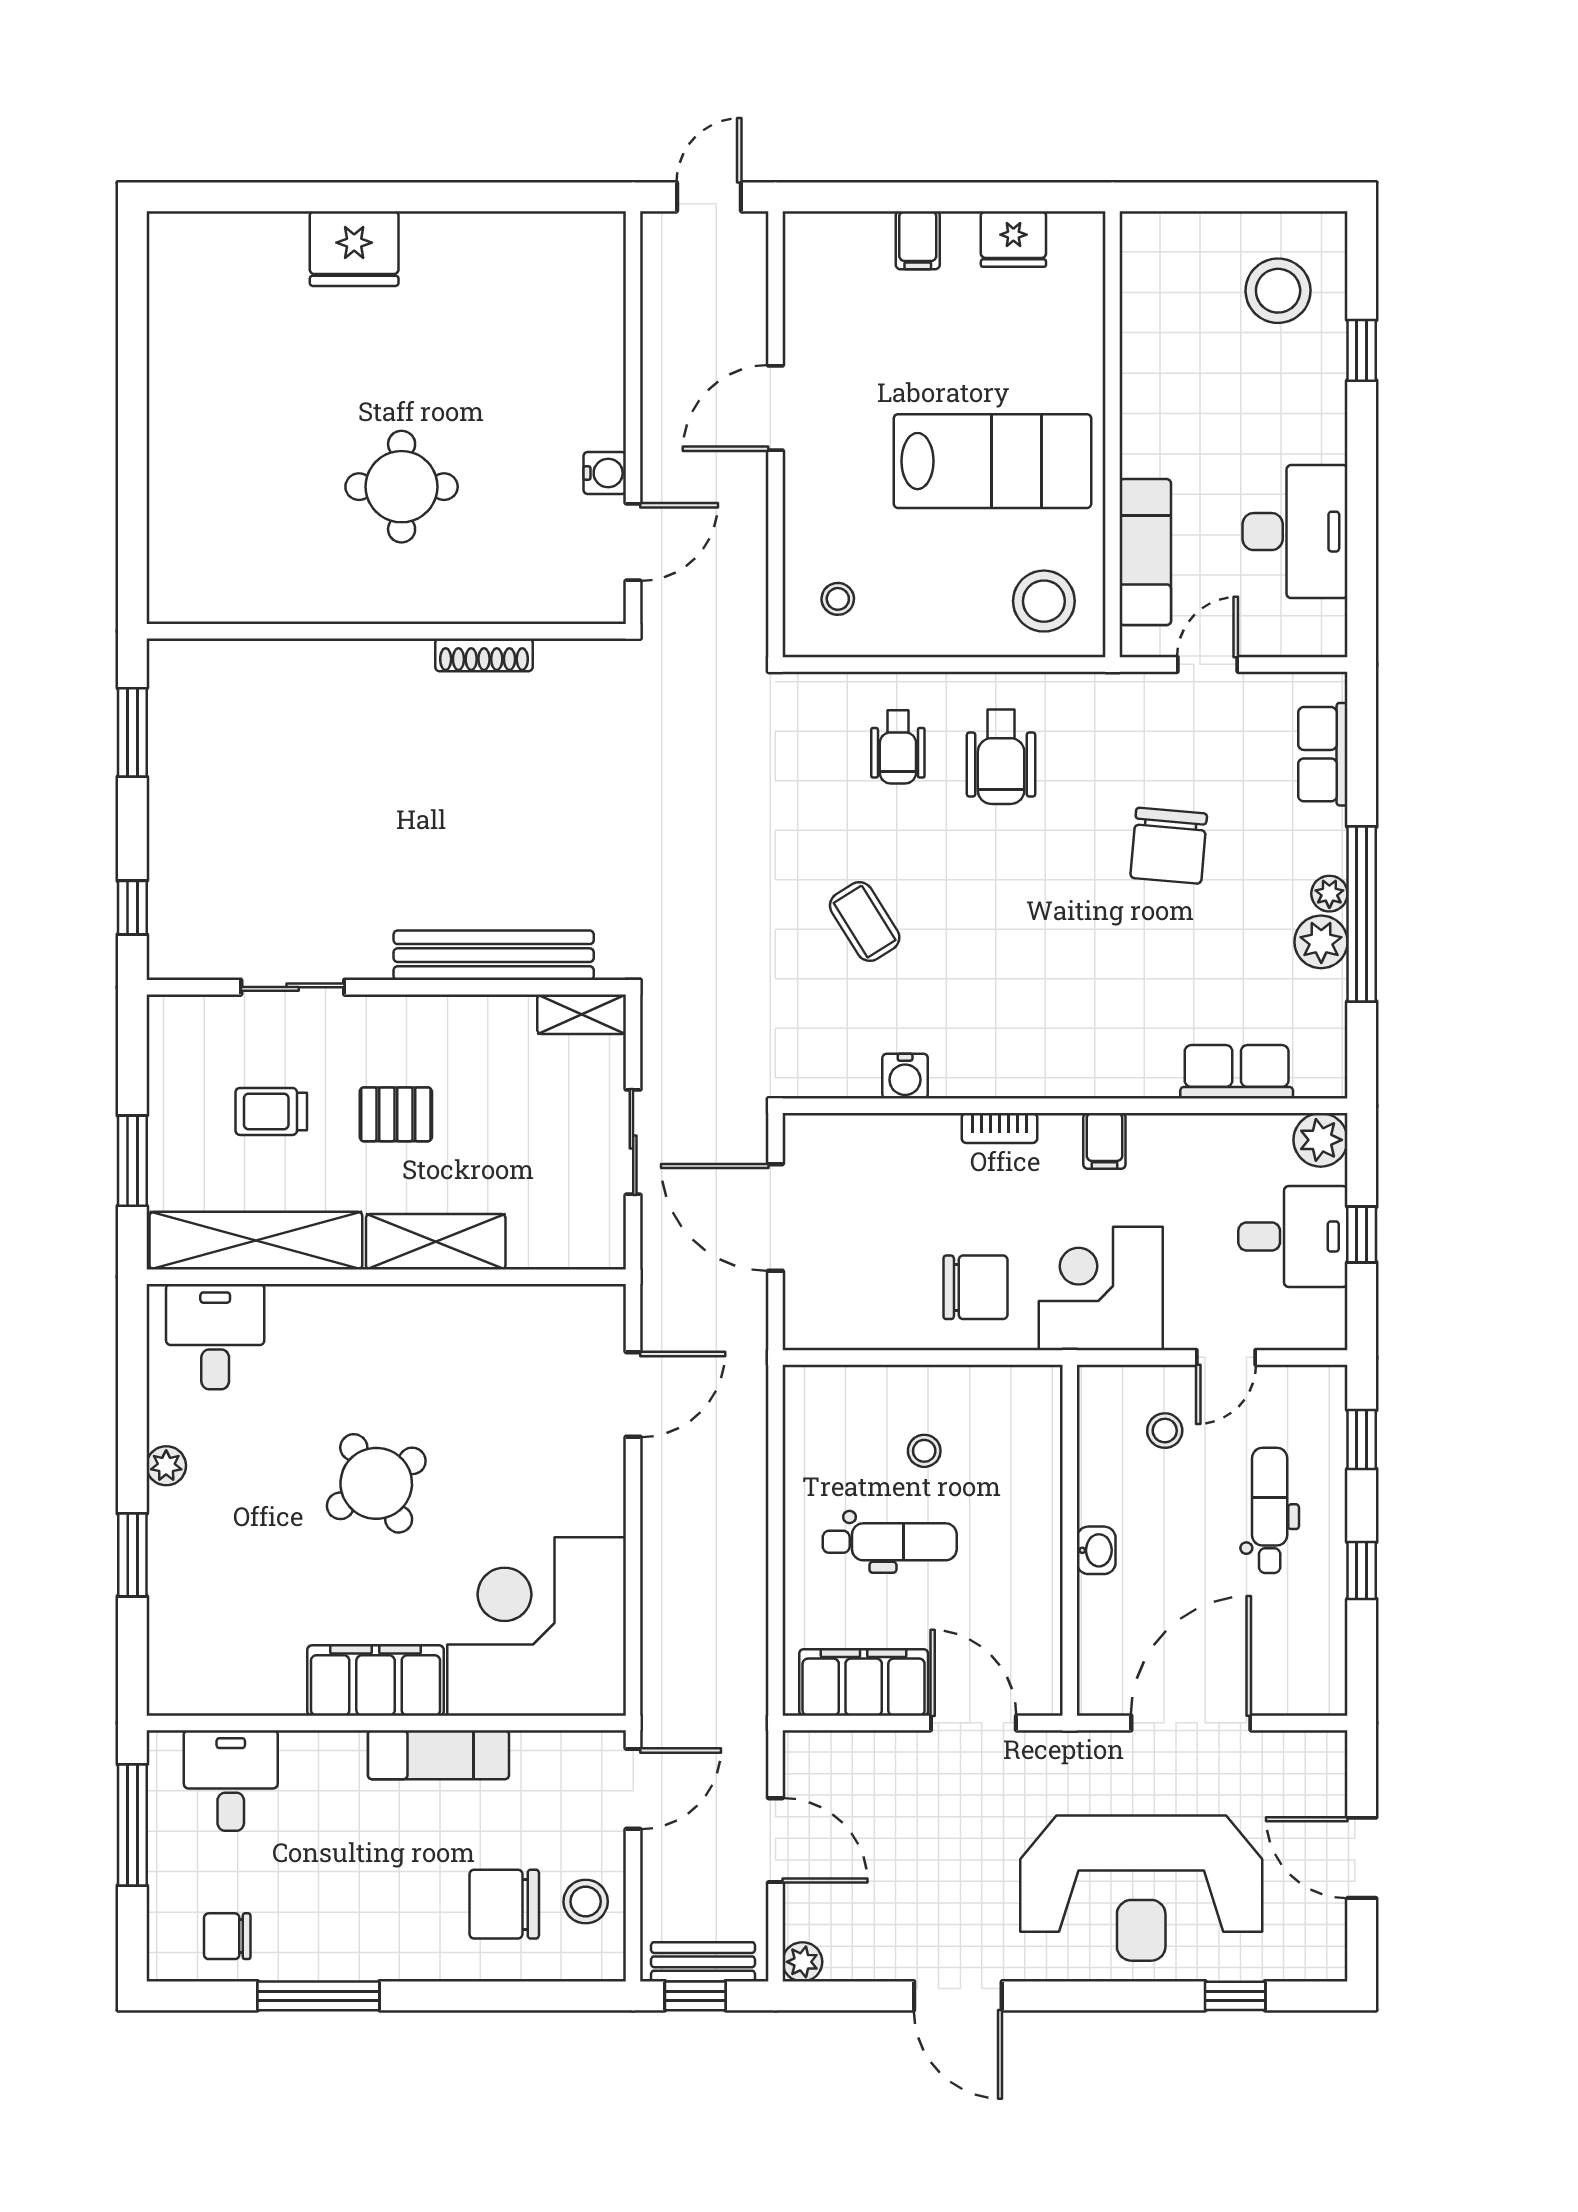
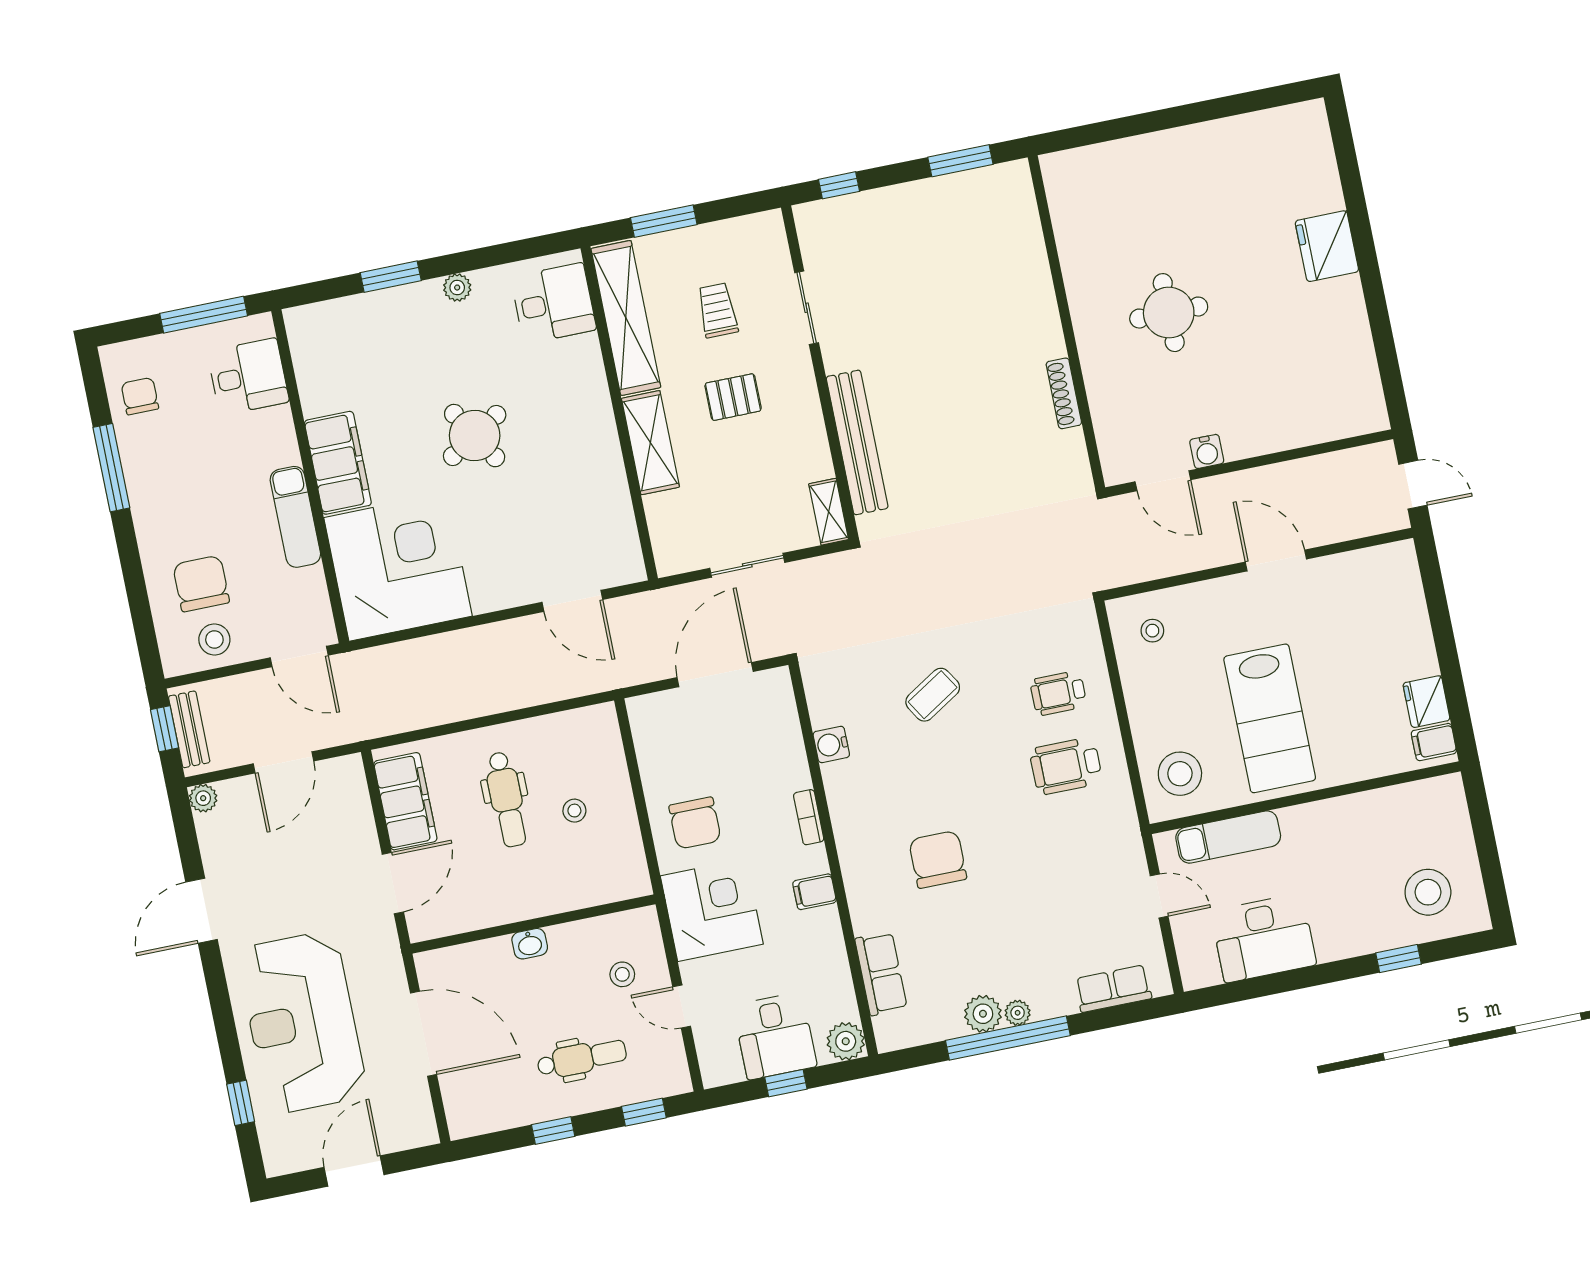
filing cabinet: (918, 240) -> (1434, 742), moved
chair: (1169, 846) -> (938, 859), moved, turned 85
pallet: (396, 1114) -> (733, 397), turned 90

